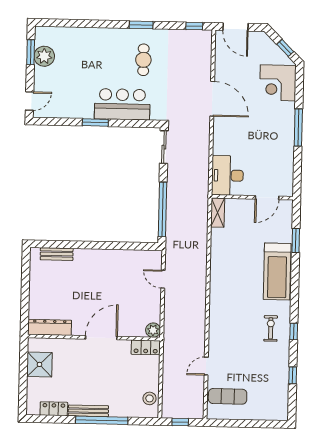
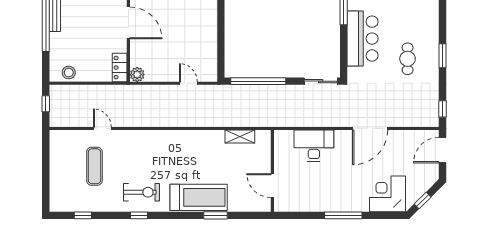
cafe table: (143, 60) -> (408, 59), turned 90
desk: (227, 175) -> (314, 145), moved
shelving: (218, 213) -> (240, 137), moved
window: (296, 240) -> (215, 215), moved
treadmill: (277, 271) -> (199, 197), turned 180
door: (163, 279) -> (188, 83), hinge flipped
exercise bike: (271, 328) -> (142, 192), width x1.38, depth x1.39
window: (293, 375) -> (83, 215), moved
exercise mat: (228, 396) -> (94, 166), moved

